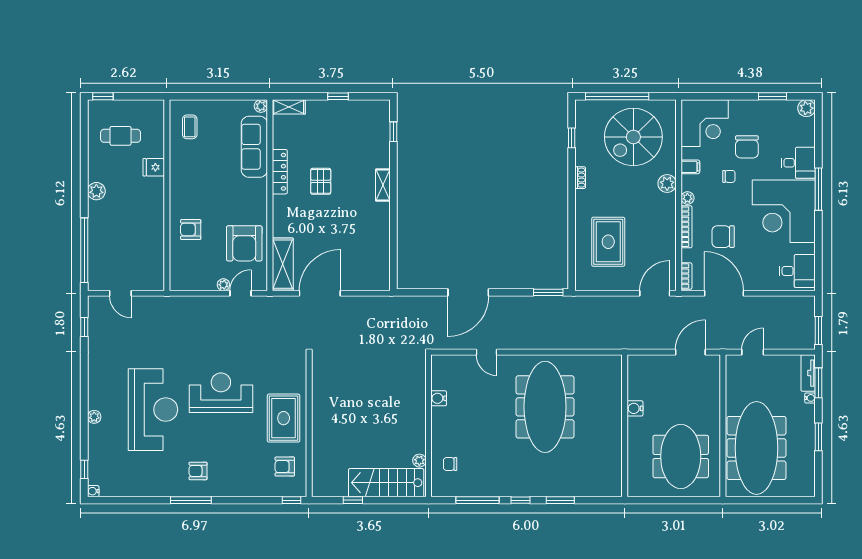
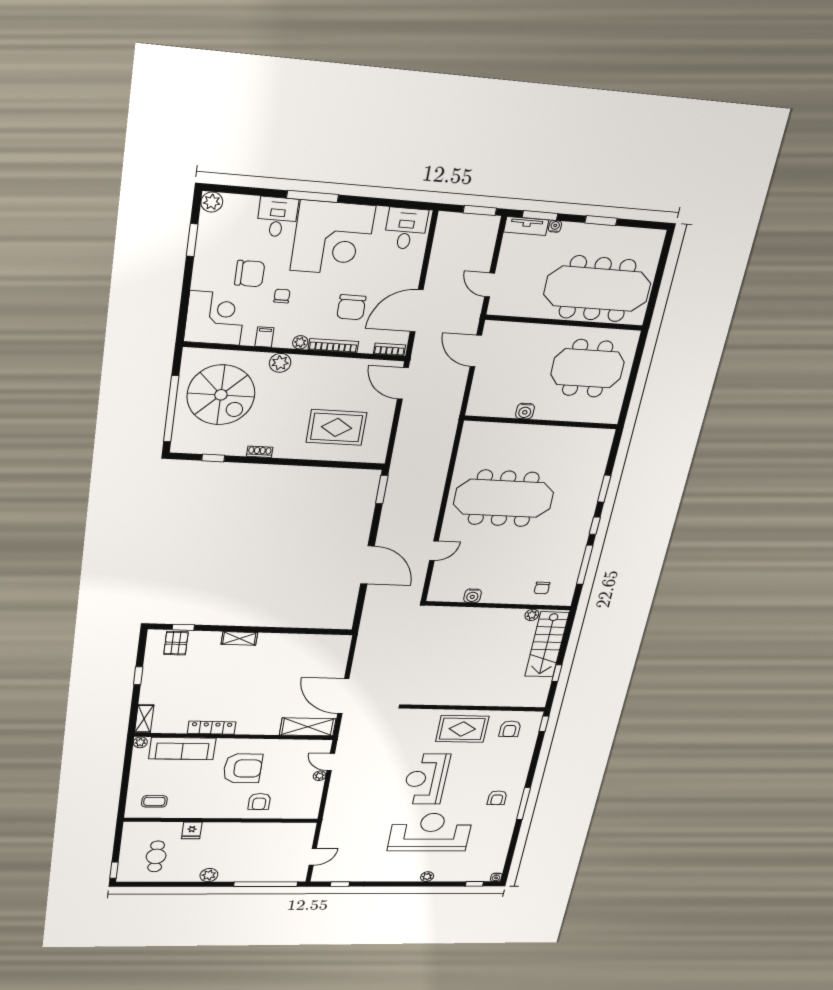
pallet: (321, 181) -> (176, 643), moved, turned 90
armchair: (244, 243) -> (243, 768), moved

